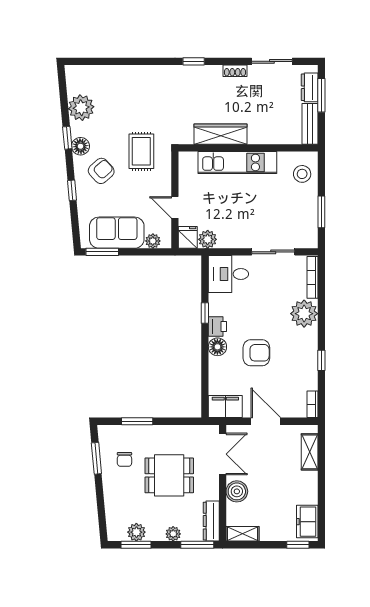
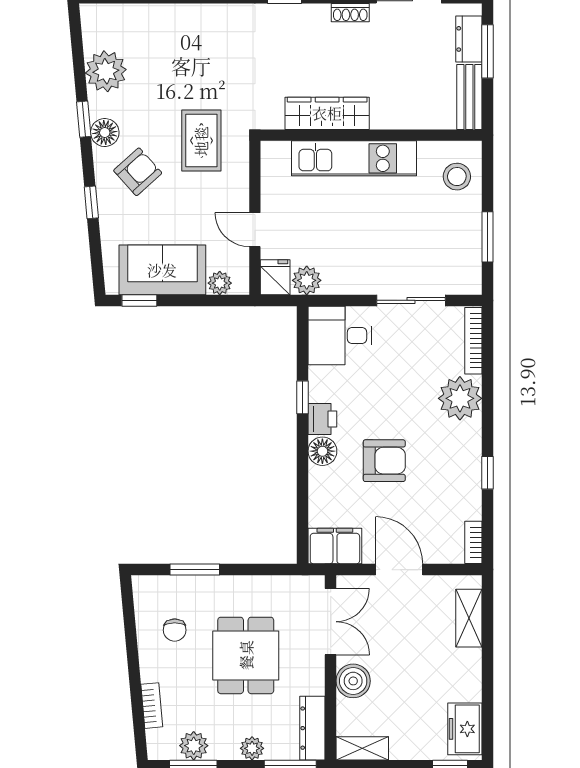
window: (102, 252) -> (139, 300), width x0.67
window: (96, 458) -> (130, 628), removed
dining table: (169, 475) -> (246, 655), turned 90
bookcase: (110, 507) -> (152, 706), added

